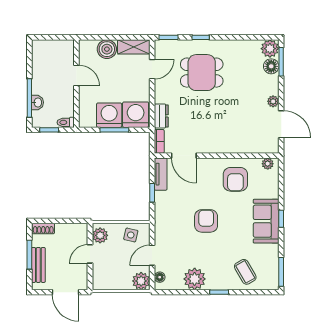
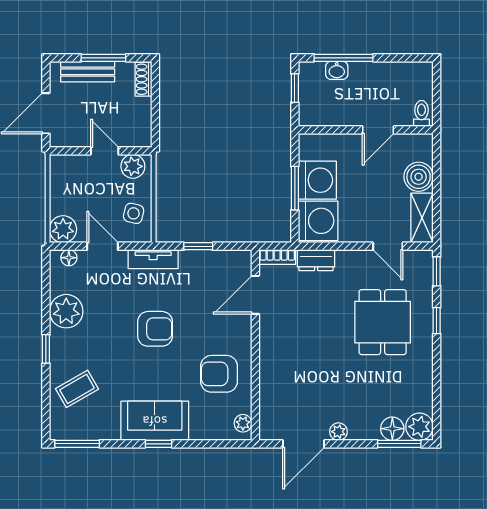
toilet: (66, 122) -> (421, 113), moved
tv unit: (161, 174) -> (153, 259), moved

